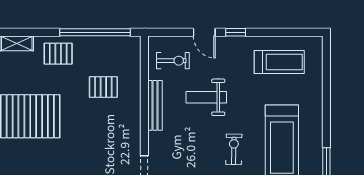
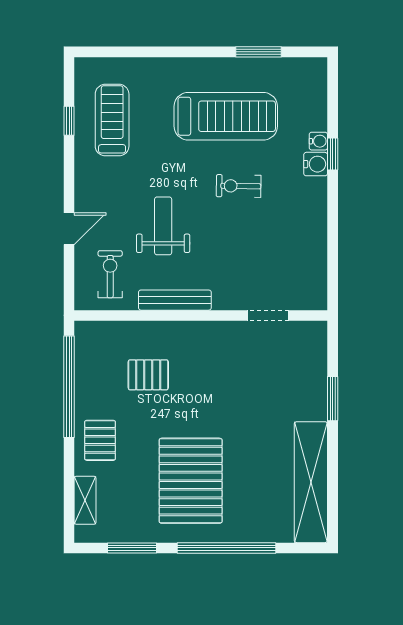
window: (236, 32) -> (69, 121), moved
pallet: (103, 87) -> (148, 375), turned 90
weight bench: (206, 97) -> (163, 226), turned 180

